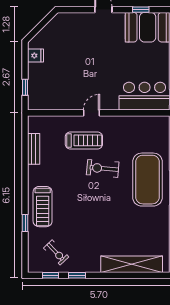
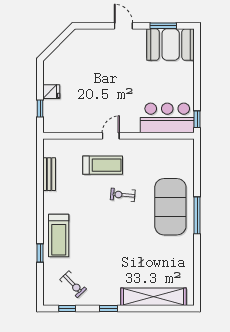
window: (141, 10) -> (163, 26), width x1.50
fridge: (36, 56) -> (51, 92), moved
exercise bike: (103, 168) -> (123, 195), width x0.73, depth x0.72
window: (77, 275) -> (109, 309), moved

